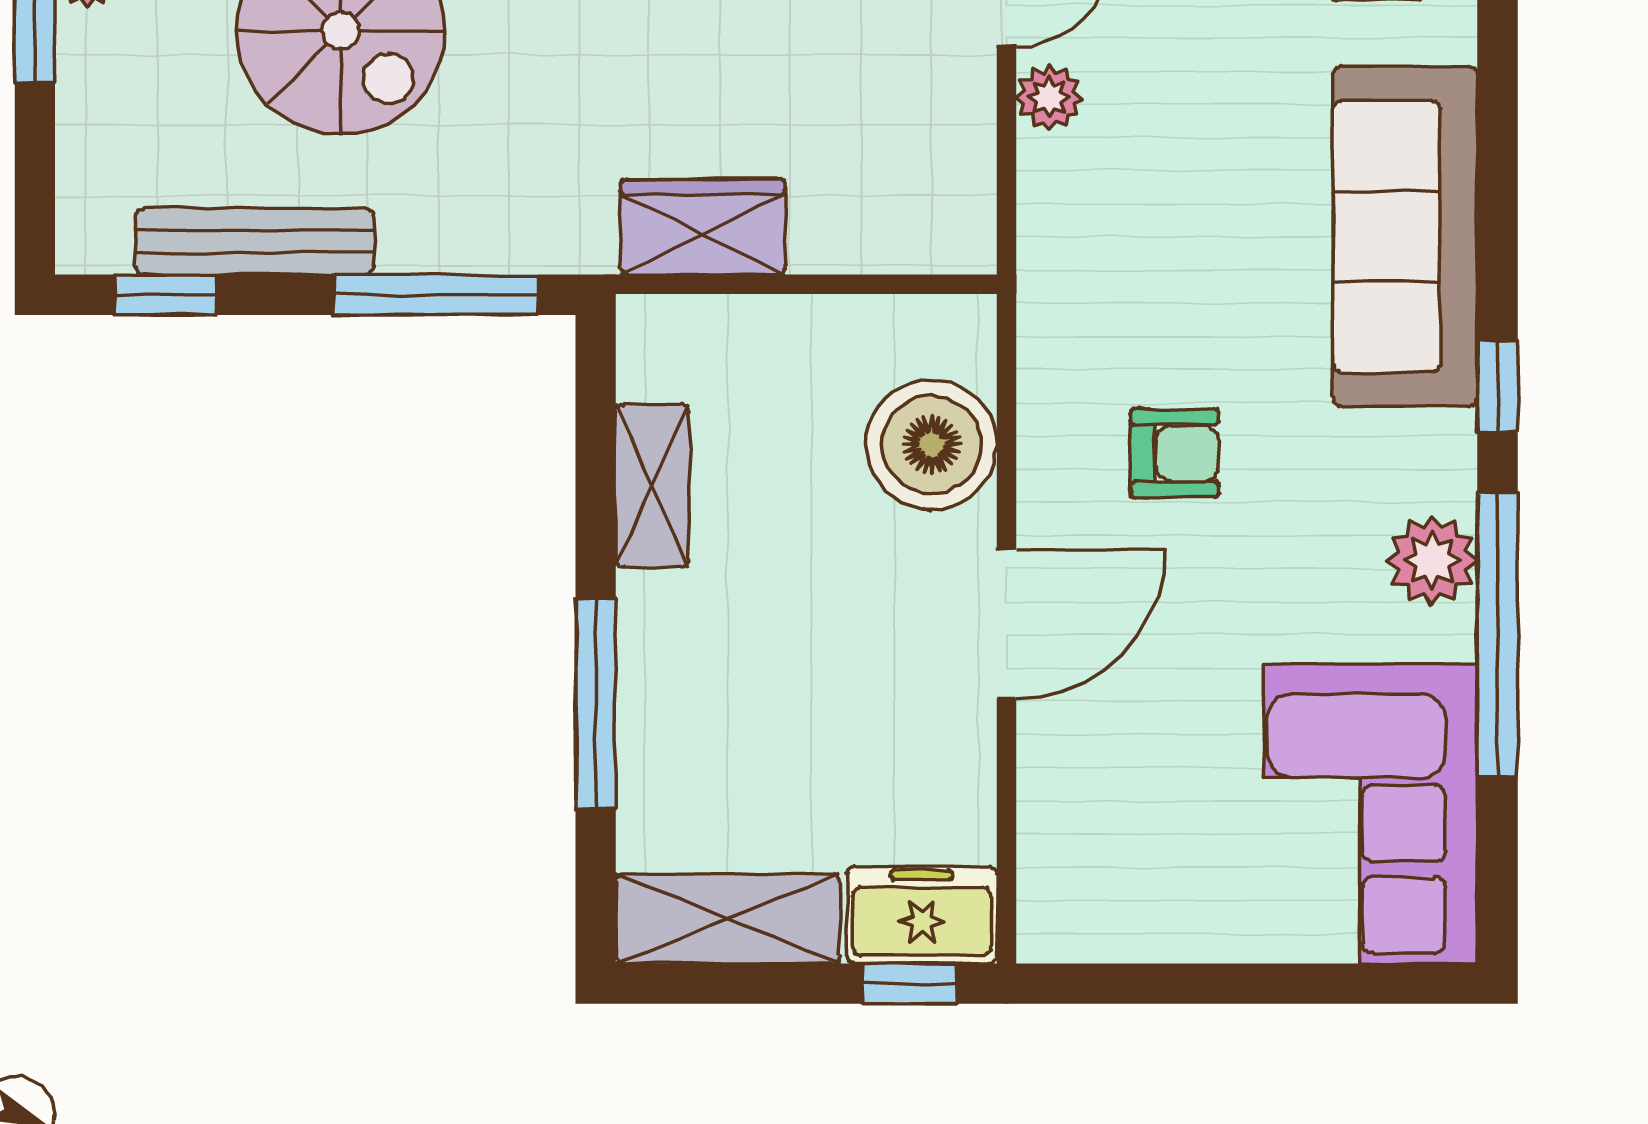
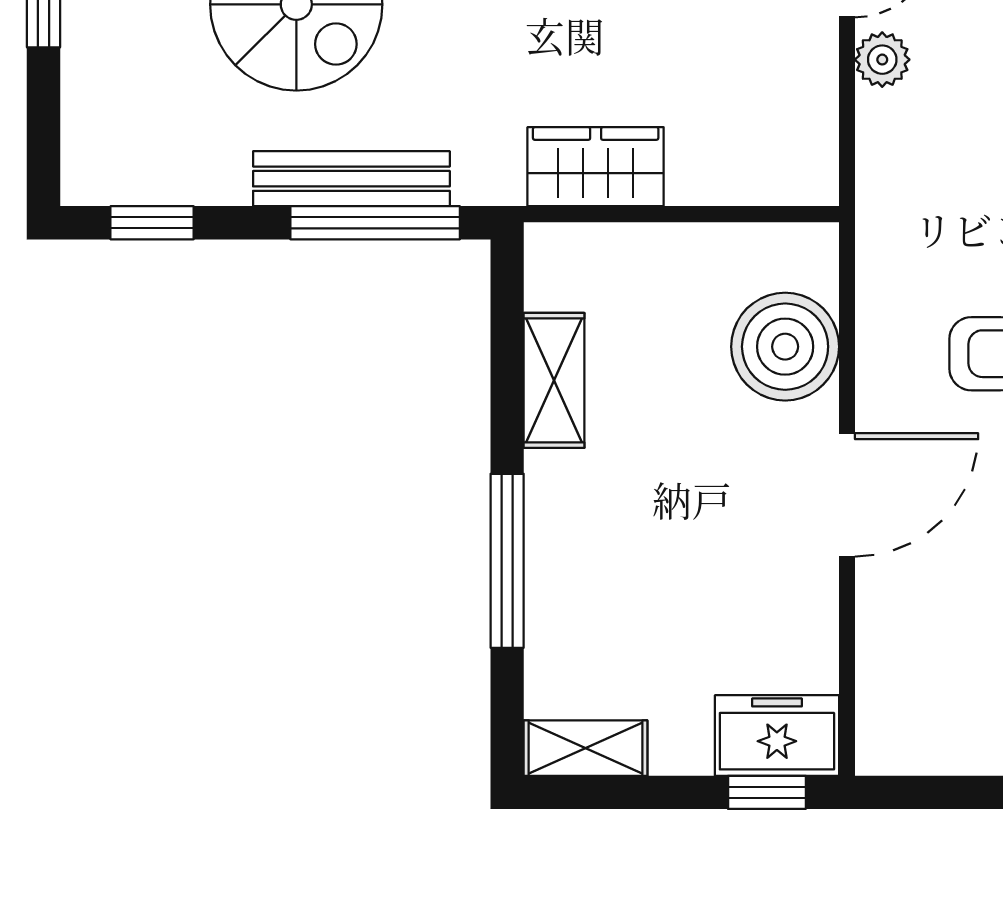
bench: (254, 241) -> (351, 179), moved
shelving: (728, 919) -> (586, 748), width x0.67, depth x0.75

